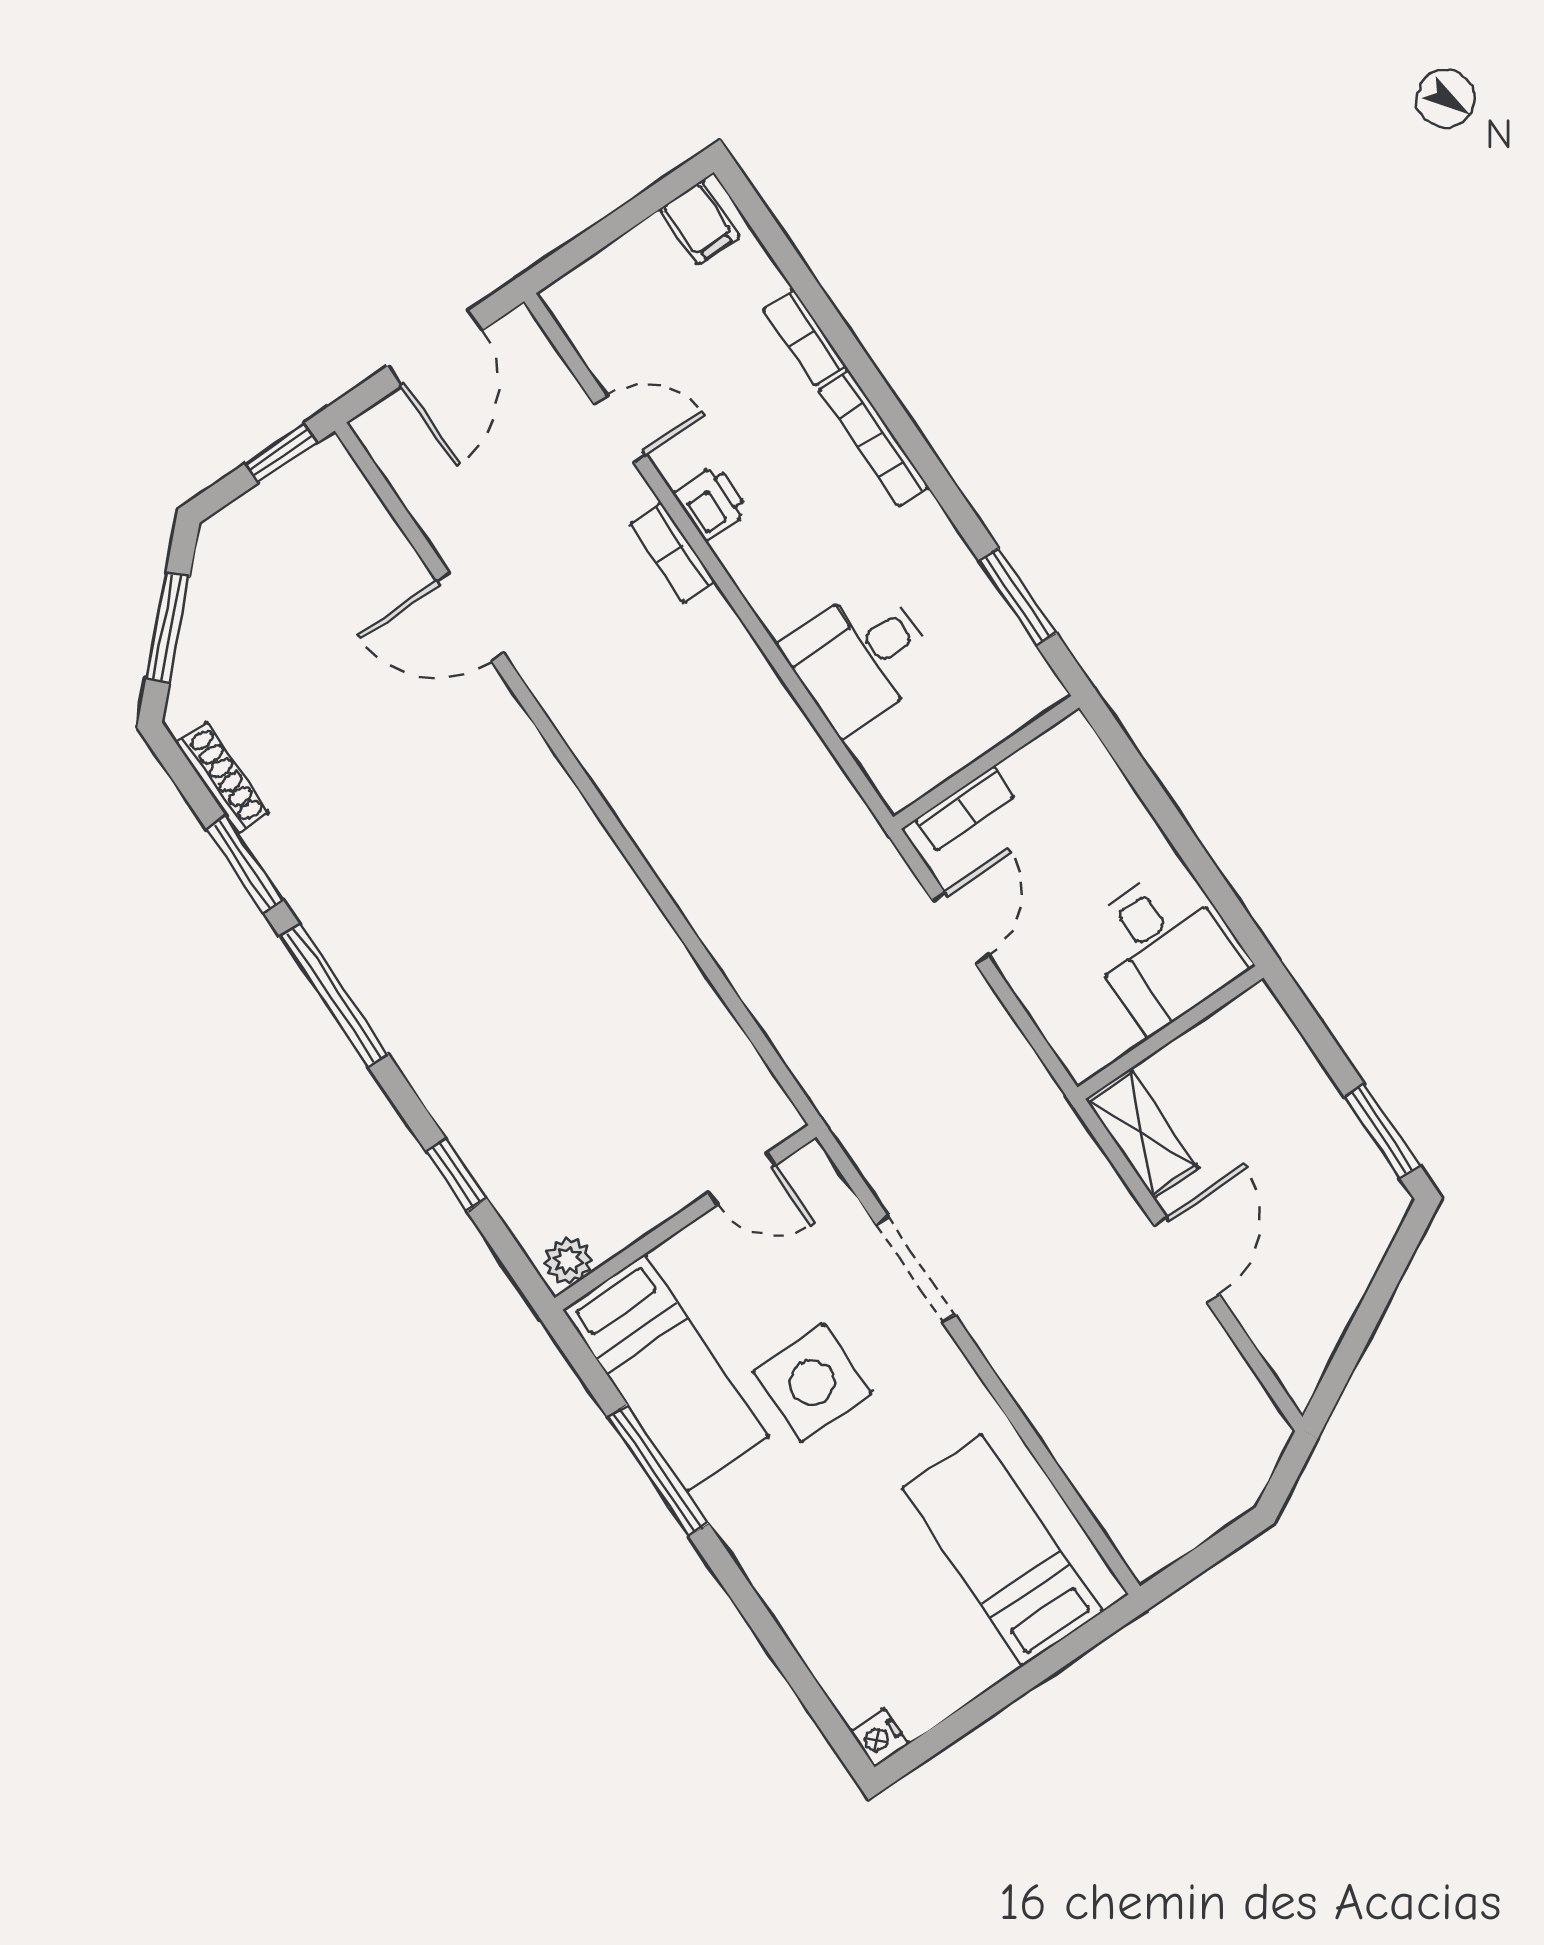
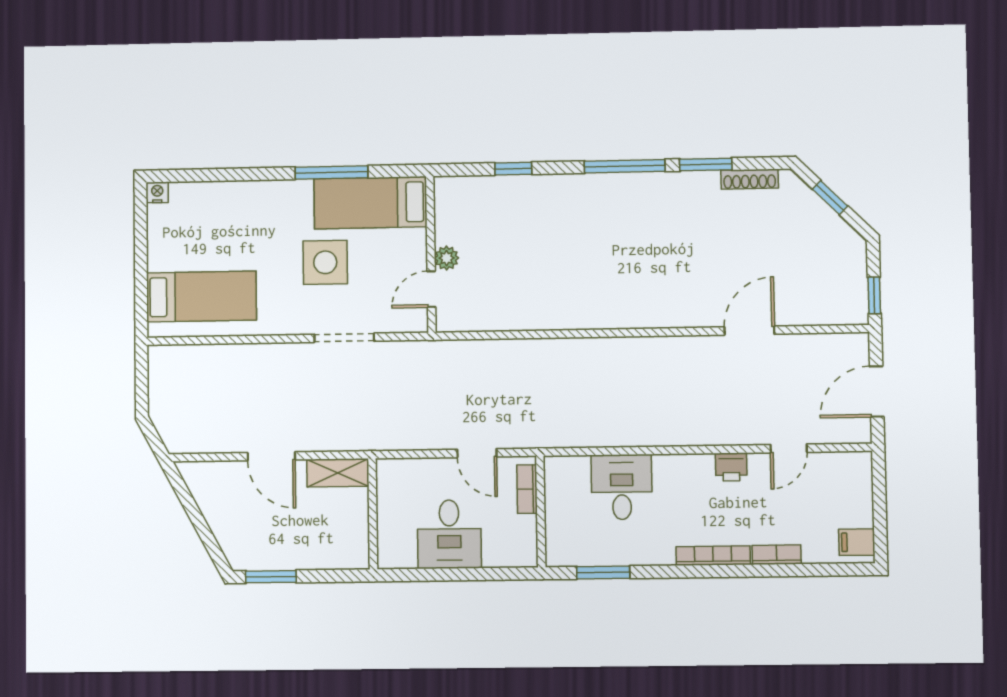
door: (435, 348) -> (877, 392), hinge flipped
bookcase: (673, 553) -> (720, 436), removed
window: (168, 628) -> (830, 198), width x0.67
desk: (1162, 950) -> (449, 534), moved, turned -90
plant: (568, 1260) -> (447, 258), moved

